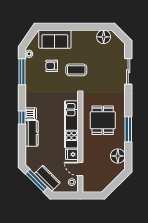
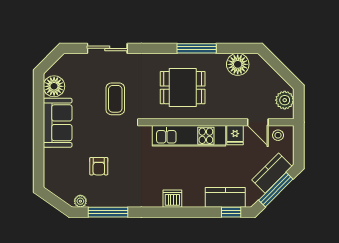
sofa: (55, 39) -> (58, 123), moved
coffee table: (76, 70) -> (115, 99), moved
window: (22, 118) -> (231, 212), moved
kitchen counter: (31, 133) -> (225, 197), moved
door: (80, 169) -> (258, 122), hinge flipped
plant: (95, 186) -> (285, 100), added

